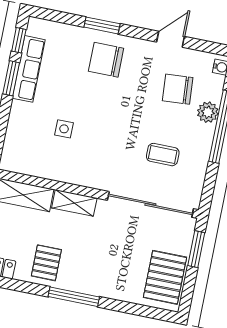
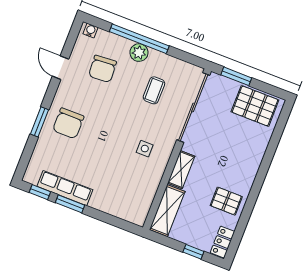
plant: (208, 112) -> (139, 53), moved
side table: (64, 129) -> (145, 149), moved
window: (74, 297) -> (258, 183), removed

